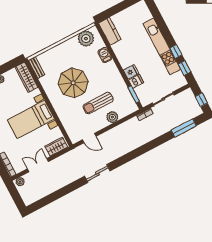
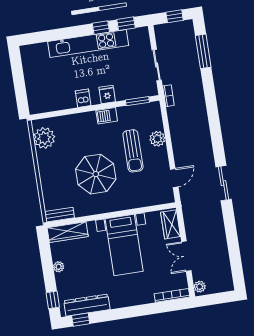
kitchen counter: (110, 31) -> (45, 104), removed
barbecue: (105, 55) -> (107, 116), moved
dishwasher: (136, 81) -> (83, 98), moved

